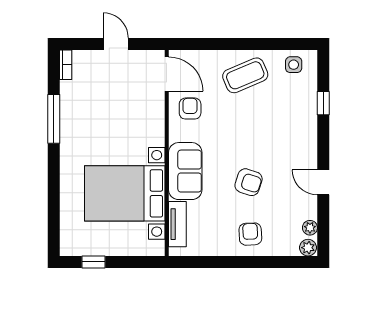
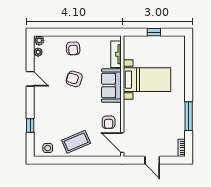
bed with nightstands: (125, 193) -> (147, 80), width x0.73
window: (93, 262) -> (154, 32), moved

